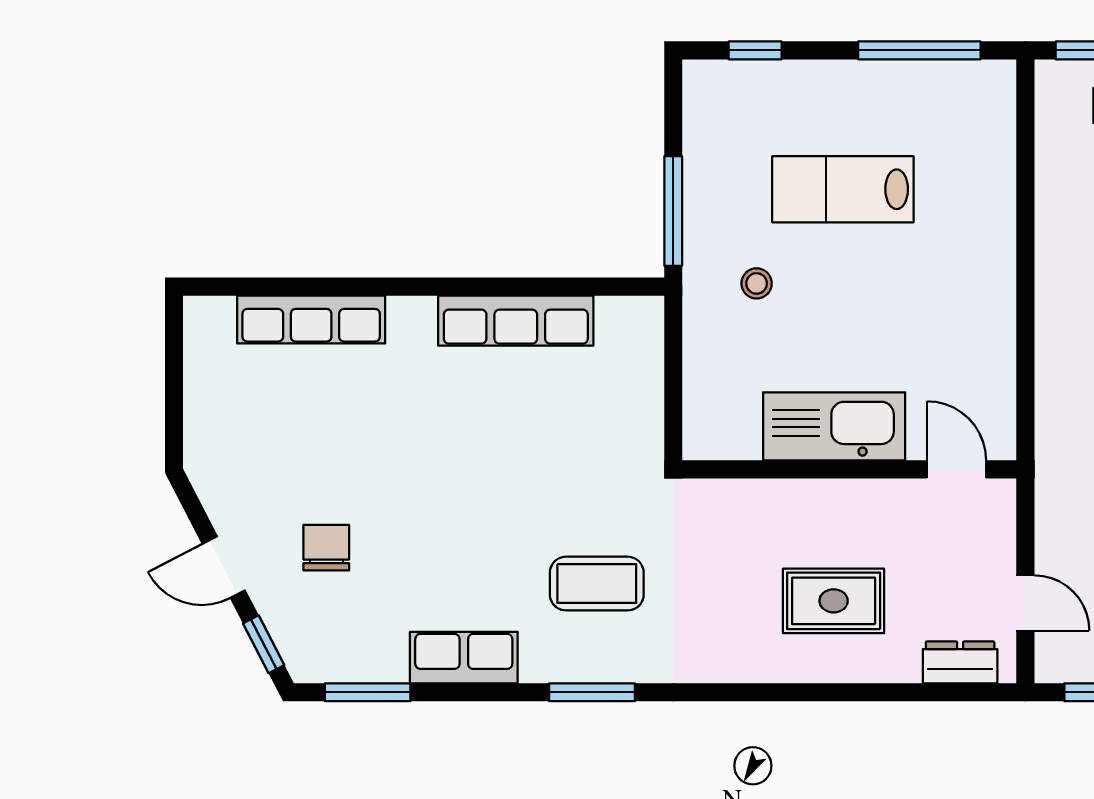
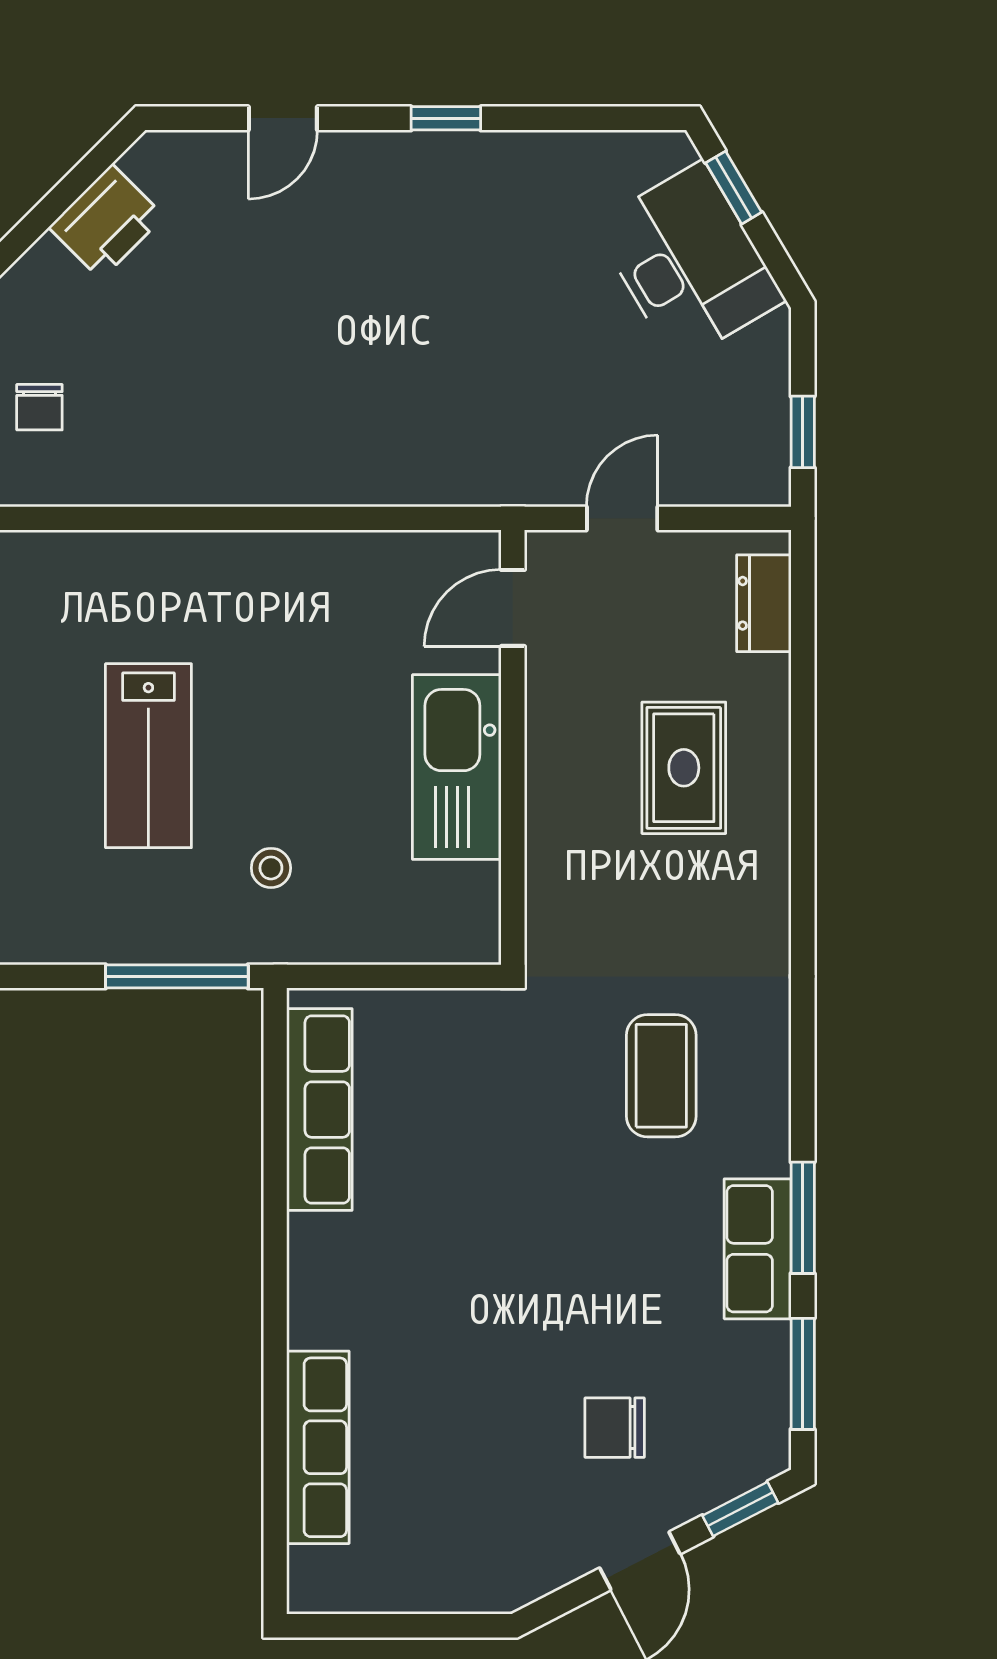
row of seats: (516, 321) -> (319, 1110), moved
door: (1025, 603) -> (622, 518), moved
window: (592, 692) -> (803, 1218), moved

